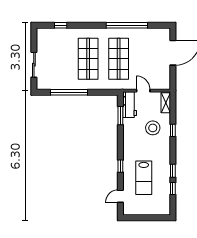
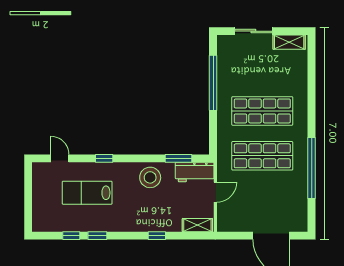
window: (61, 25) -> (312, 70), removed
shelving: (41, 40) -> (289, 42), added
stool: (153, 128) -> (150, 177), moved

